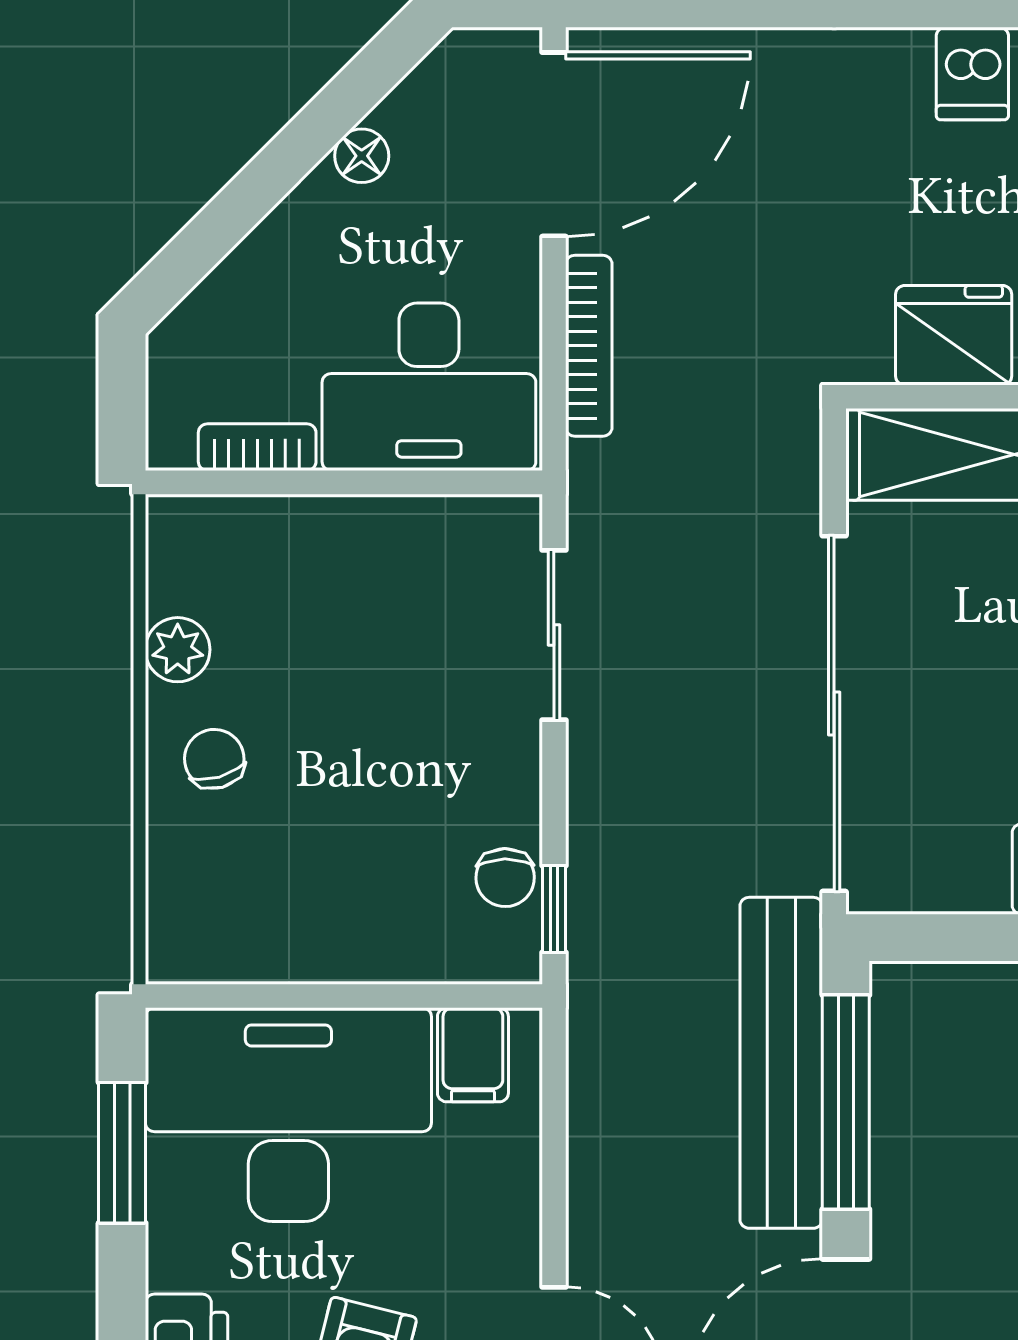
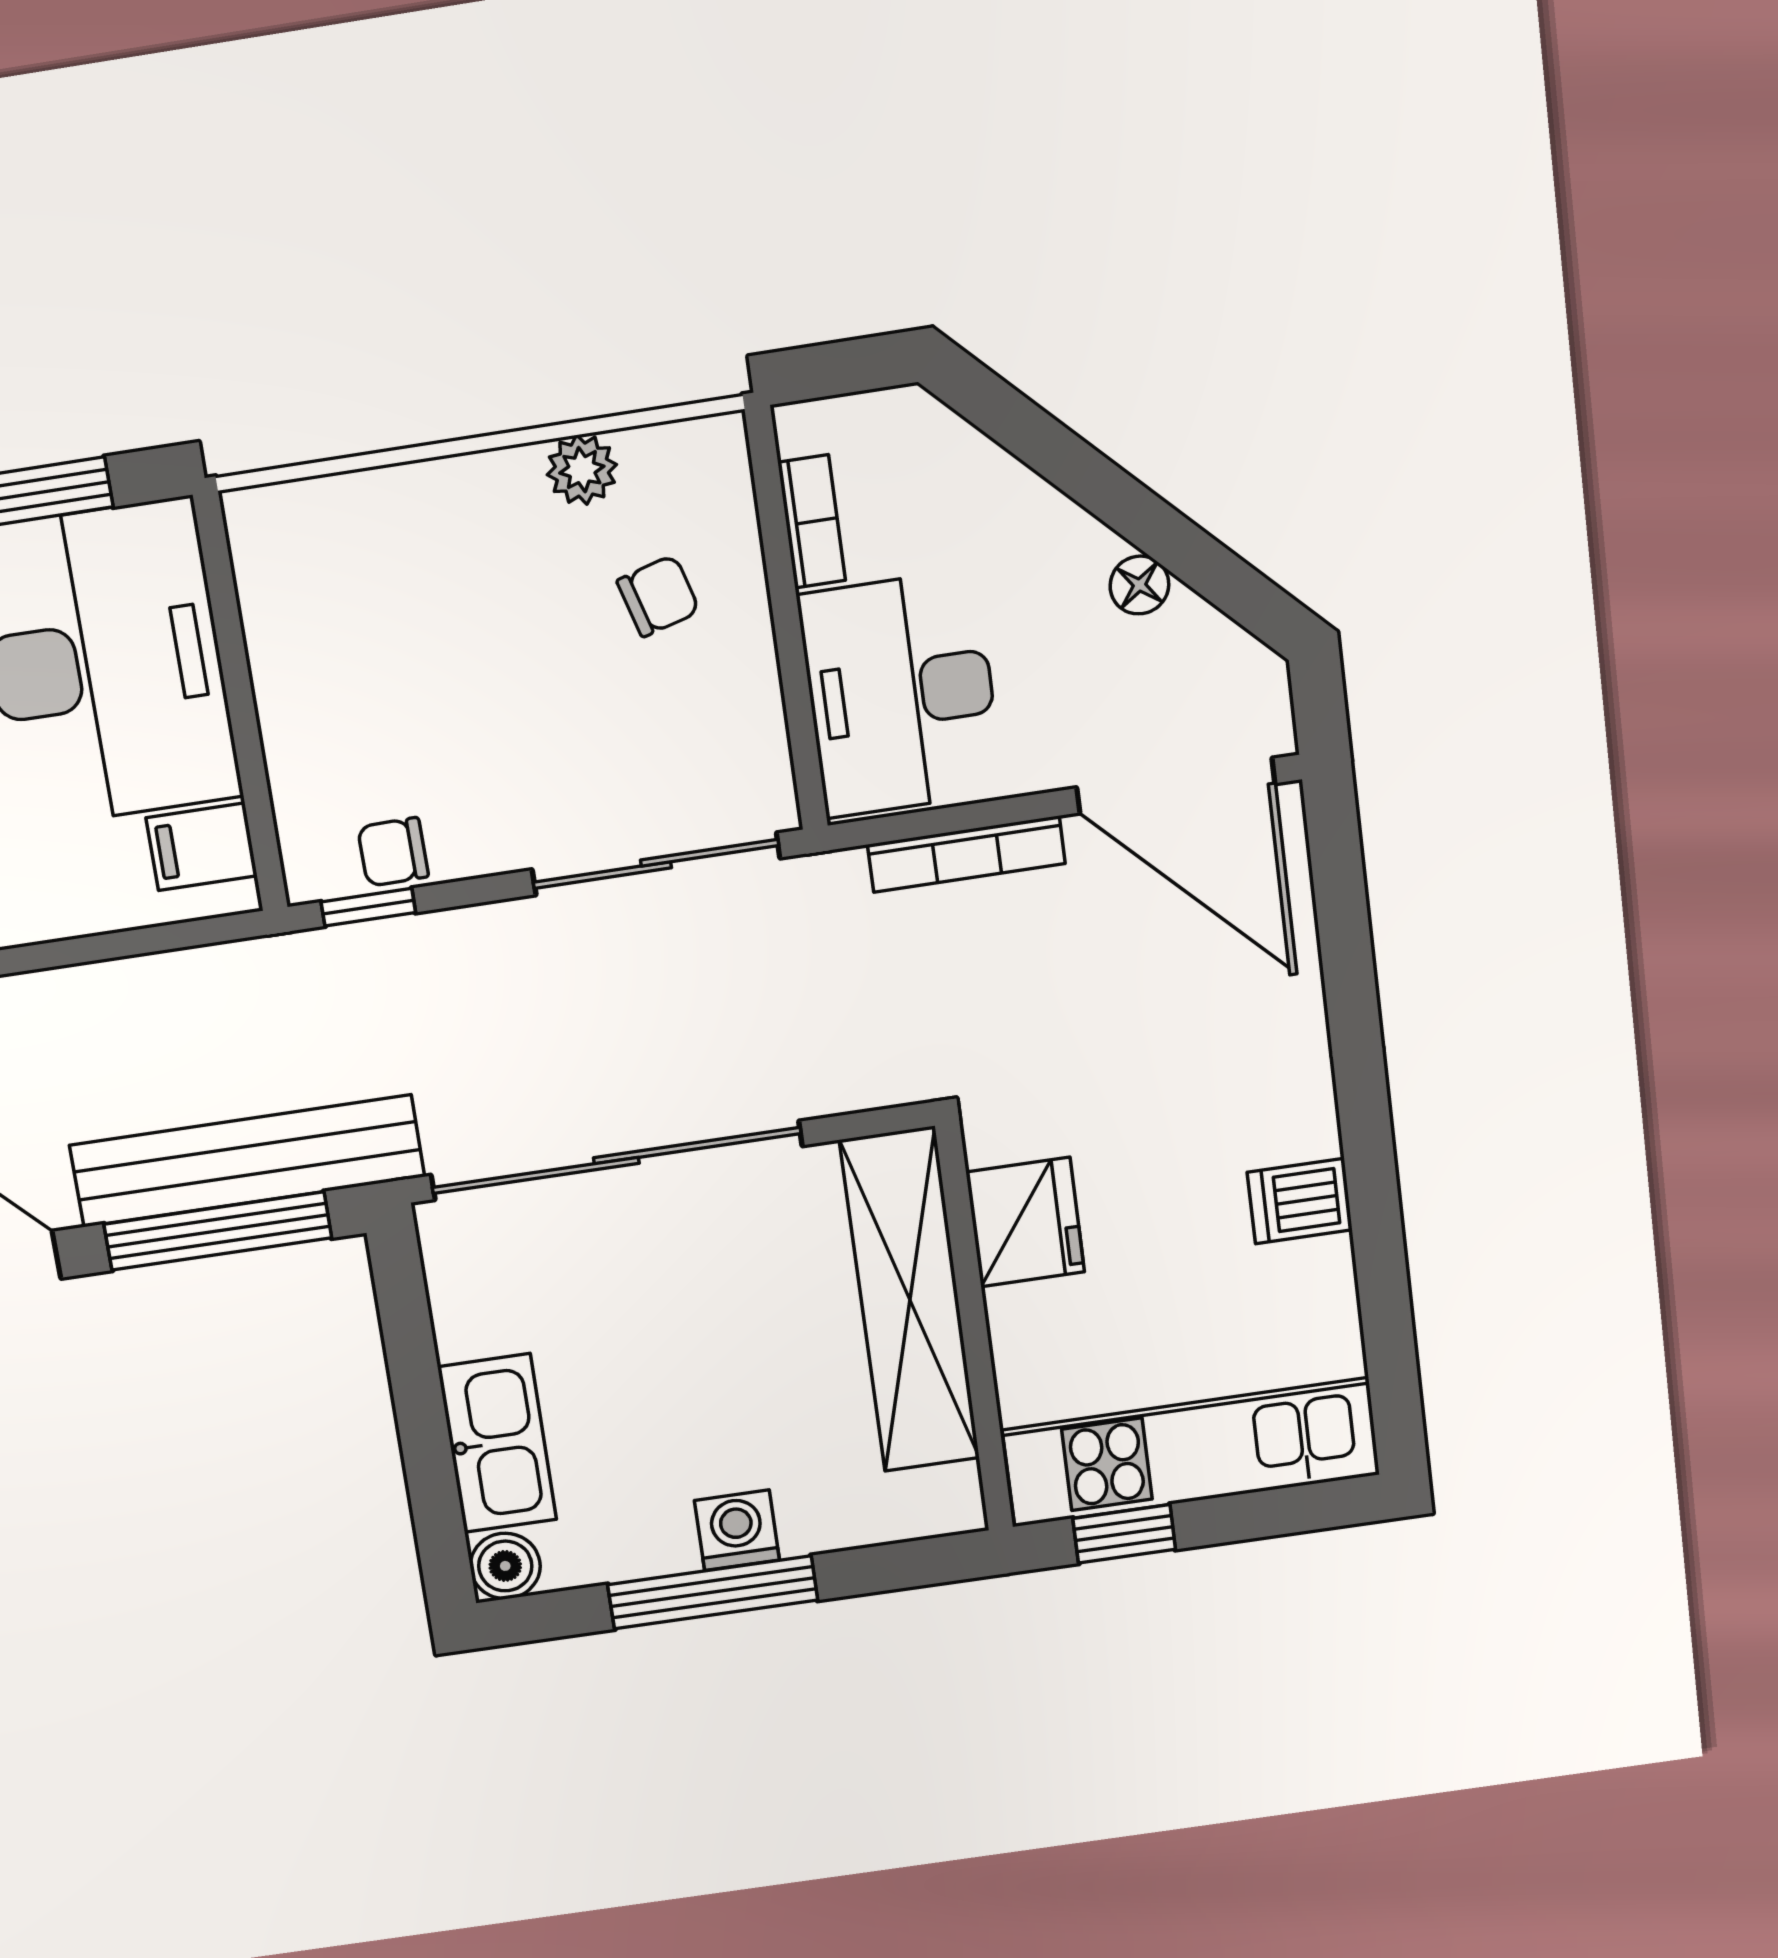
sliding door: (554, 635) -> (656, 864), width x1.37
chair: (214, 759) -> (658, 596), moved

